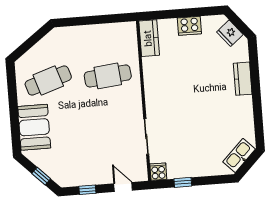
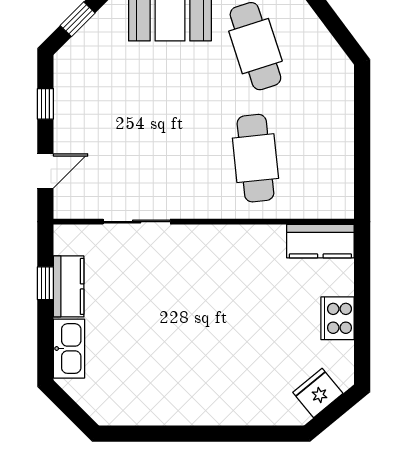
kitchen counter: (243, 79) -> (69, 286), moved, turned 90
kitchen sink: (239, 155) -> (69, 349), moved, turned 45
cooker: (158, 172) -> (69, 239), removed

